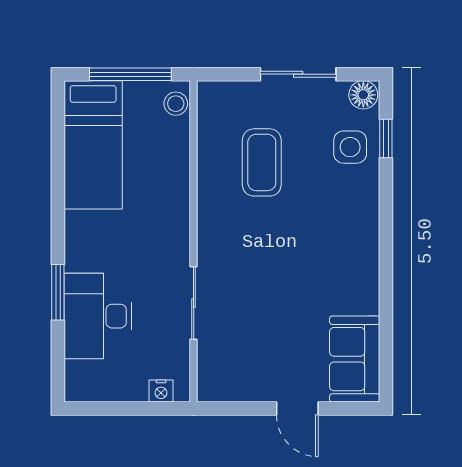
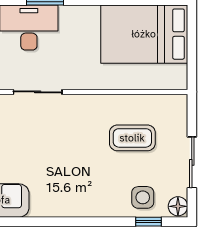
window: (130, 74) -> (192, 49), removed
stool: (176, 104) -> (172, 80), removed
bed: (93, 145) -> (144, 34), width x1.50

